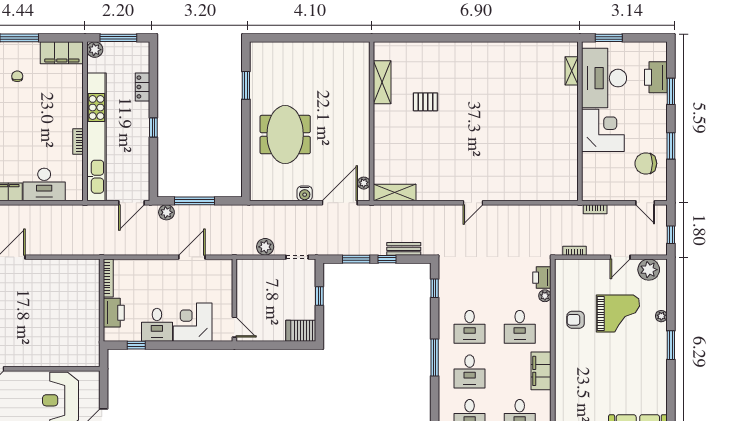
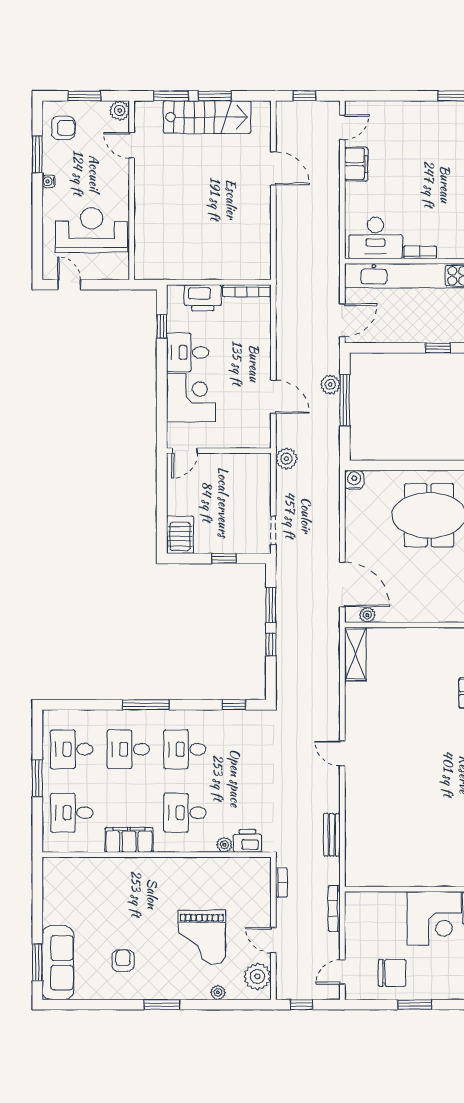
chair: (646, 163) -> (392, 973), turned 90
desk: (44, 185) -> (376, 238), moved, turned -90
water cooler: (305, 193) -> (354, 480), moved, turned 90
door: (132, 203) -> (342, 320), swing flipped
bookcase: (595, 209) -> (334, 909), width x1.56
plant: (166, 212) -> (330, 384), moved
plant: (265, 247) -> (286, 459), moved
bench: (404, 249) -> (332, 835), moved
plant: (661, 316) -> (218, 992), moved
armchair: (576, 320) -> (123, 961), moved

